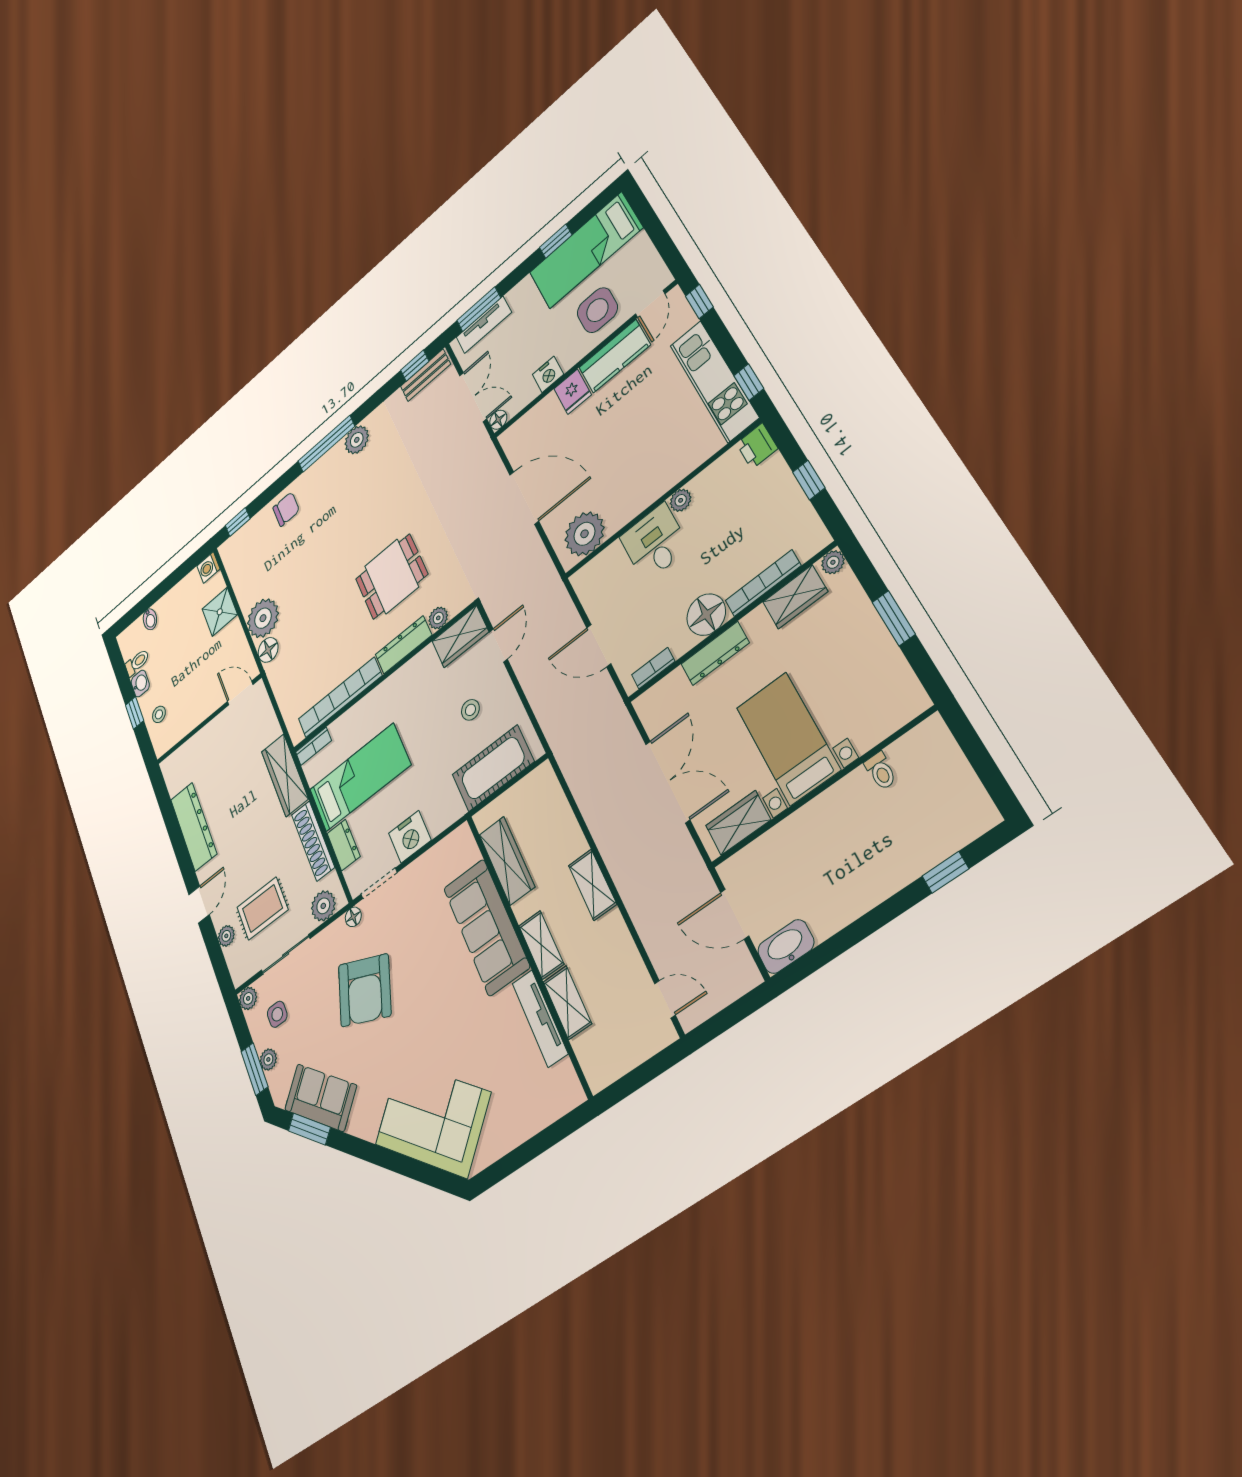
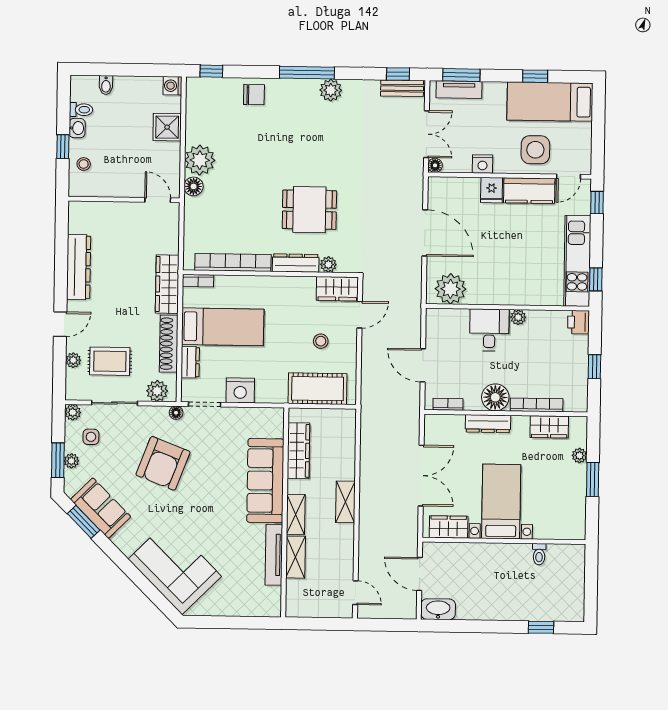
plant: (833, 562) -> (579, 456), moved

